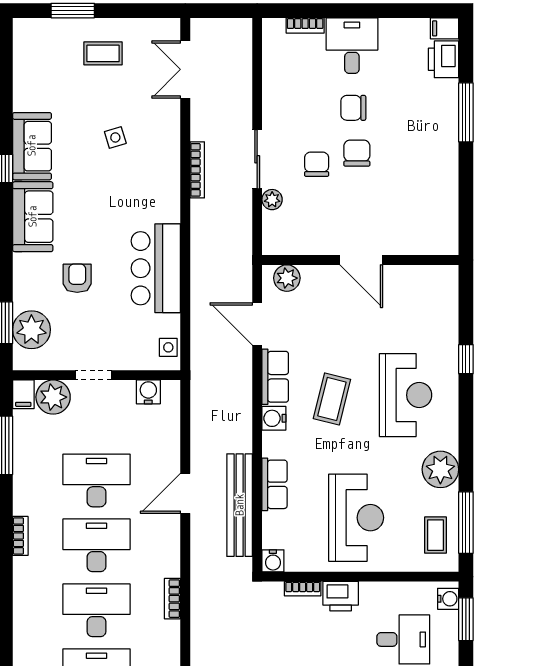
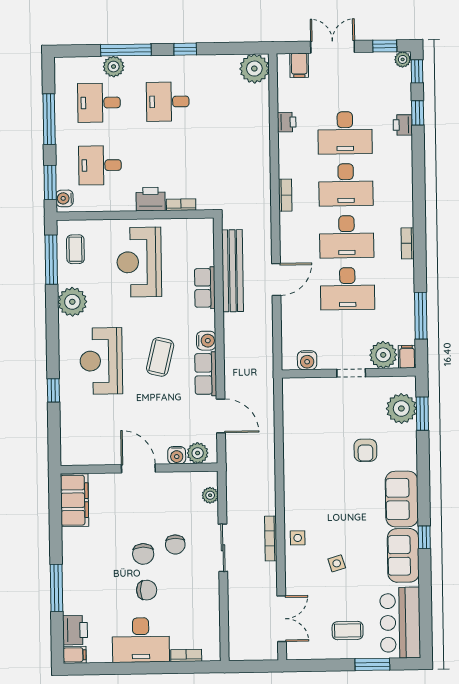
desk: (352, 46) -> (141, 640), width x1.37
plant: (272, 200) -> (210, 495), moved
filing cabinet: (442, 222) -> (75, 500), added
bar counter: (156, 268) -> (400, 623), moved, turned 180
side table: (168, 347) -> (298, 538), moved
water cooler: (273, 561) -> (177, 455), moved, turned 180

